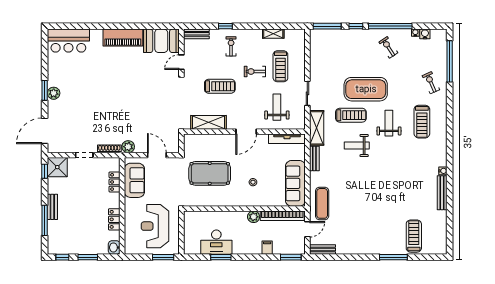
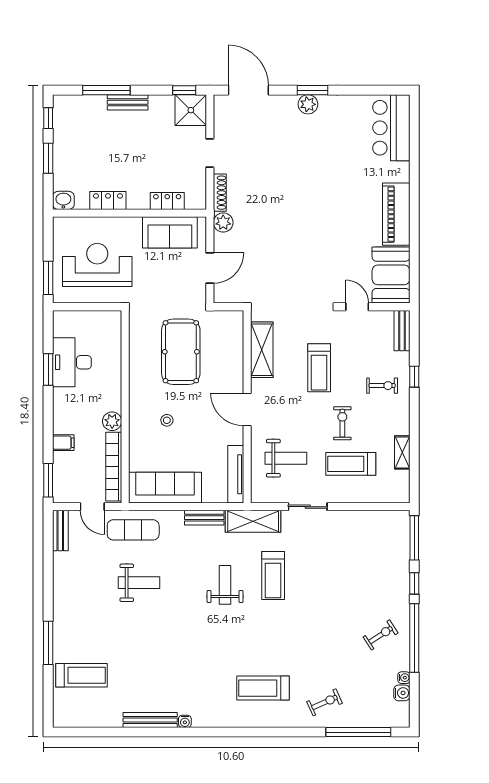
exercise mat: (366, 89) -> (314, 599), removed
weight bench: (389, 123) -> (139, 583), moved

